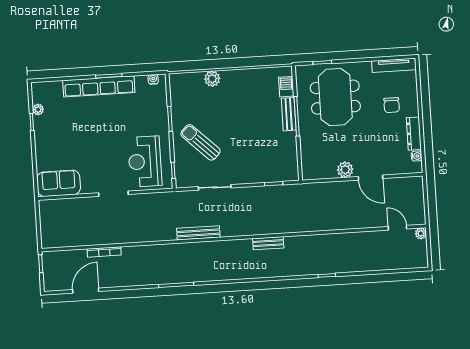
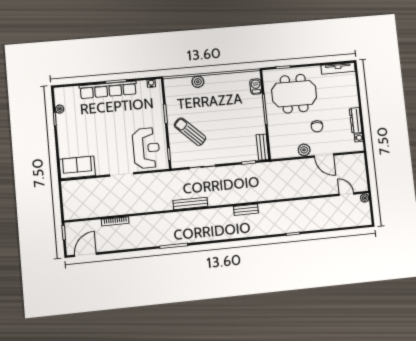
meeting table: (335, 97) -> (294, 94), turned 90
chair: (392, 105) -> (317, 126), moved
bench: (289, 114) -> (262, 147), moved
reception desk: (145, 162) -> (146, 148), turned 180
door: (86, 291) -> (86, 255), moved

